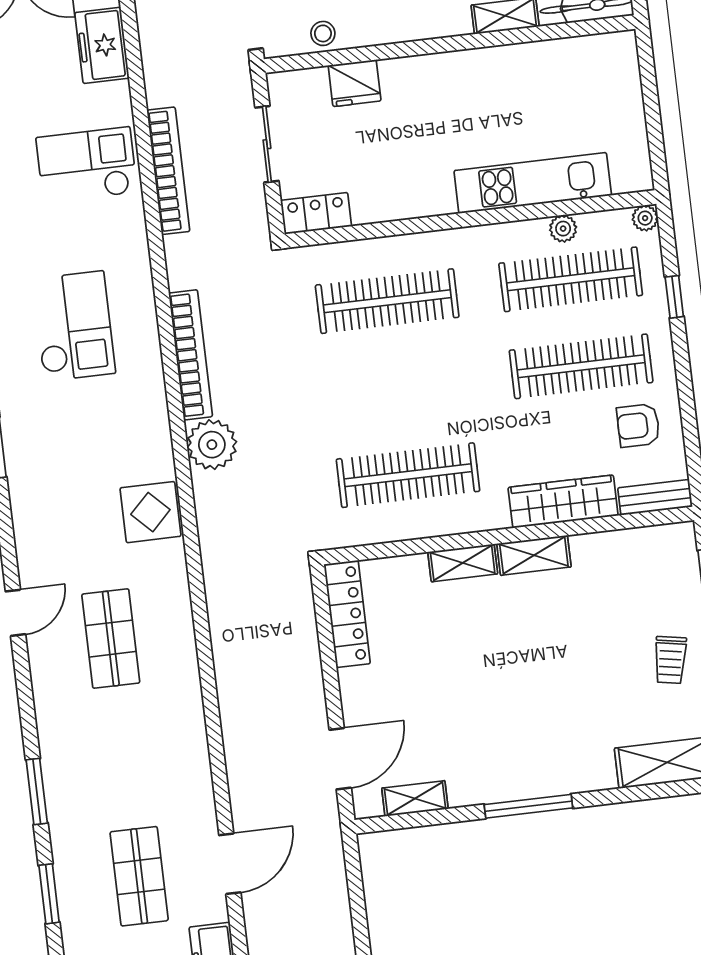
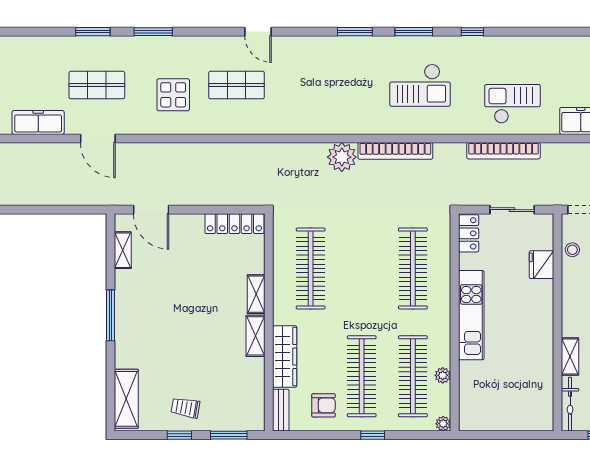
checkout: (87, 165) -> (512, 104), turned -90
kitchen unit: (533, 183) -> (471, 315), moved
window: (674, 297) -> (373, 435), moved
armchair: (638, 425) -> (324, 405), turned 90
display table: (150, 512) -> (173, 95), moved

